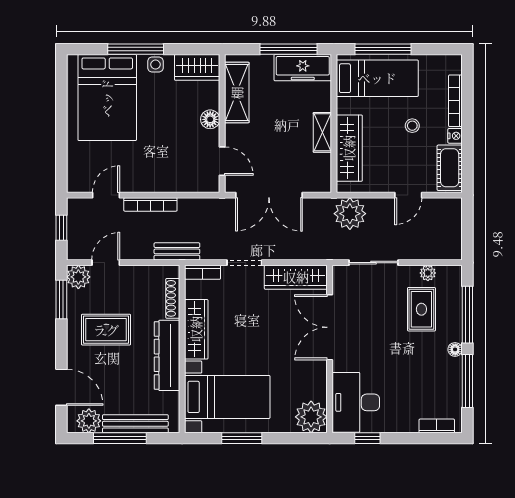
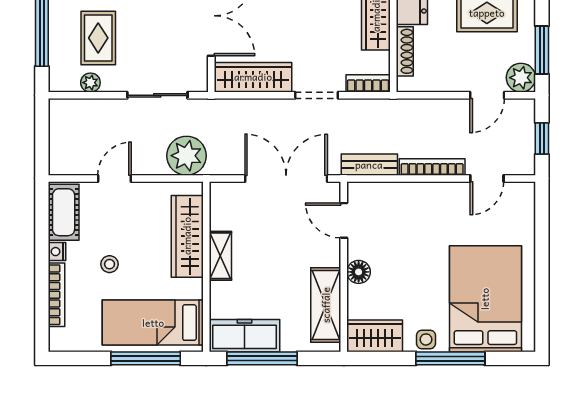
bench: (177, 251) -> (369, 165), moved

